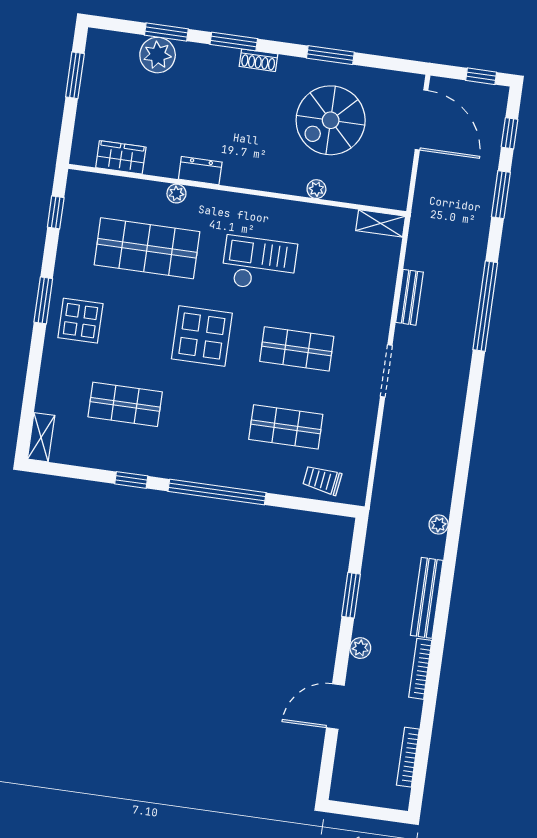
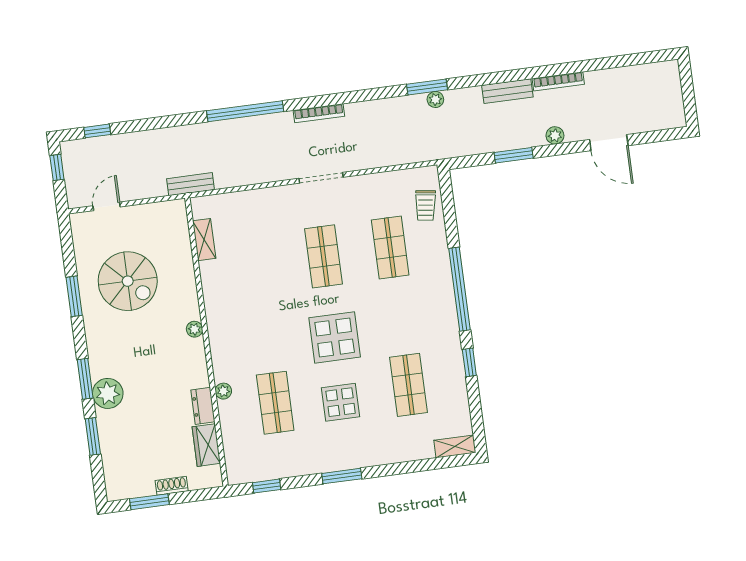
plant: (158, 55) -> (108, 393), moved
shoe rack: (258, 60) -> (172, 486), moved, turned -90
door: (422, 120) -> (107, 206), width x0.53
dresser: (200, 171) -> (203, 406), moved
plant: (316, 189) -> (195, 329), moved
window: (501, 195) -> (427, 87), moved
shelving: (381, 223) -> (204, 240), moved
shop shelf: (147, 248) -> (275, 403), width x0.70, depth x0.74
checkout: (259, 264) -> (262, 307), removed
bench: (410, 297) -> (190, 184), moved
display table: (80, 321) -> (341, 402), moved
bench: (427, 598) -> (507, 91), width x0.73
bookcase: (408, 757) -> (319, 113), moved

